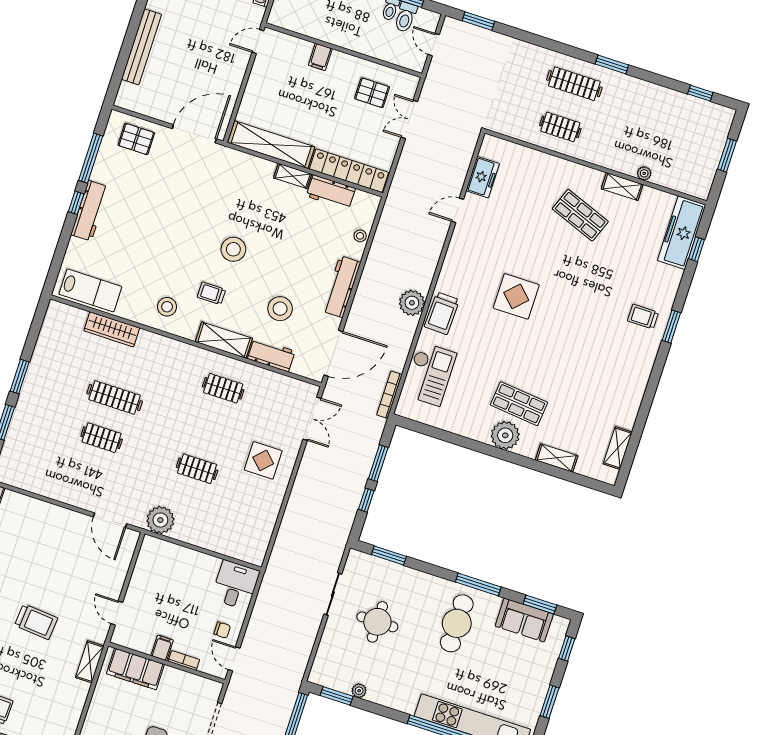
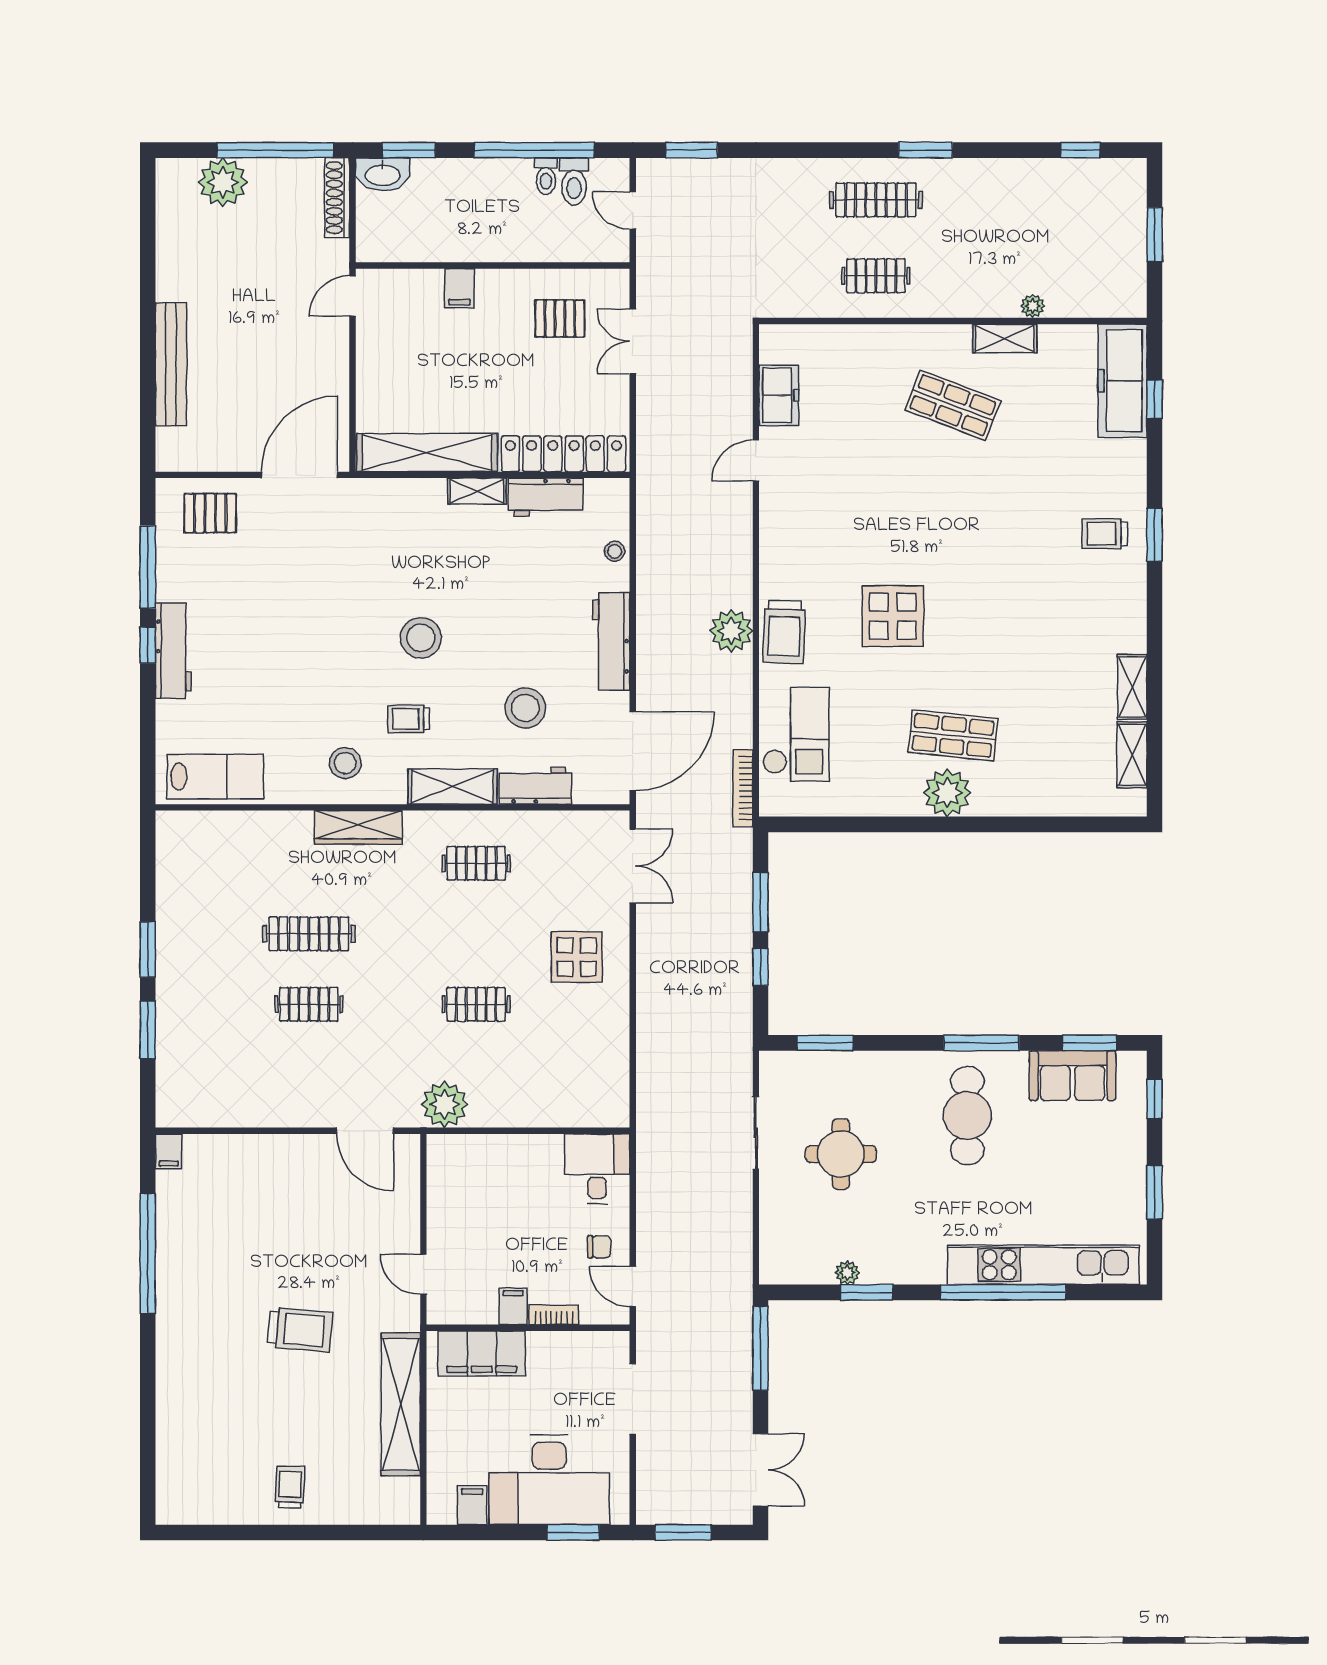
display table: (516, 296) -> (893, 616), moved
wardrobe: (112, 329) -> (358, 827), moved
shelving: (557, 458) -> (1132, 687), moved, turned 90
shelving: (90, 662) -> (401, 1404), width x2.20, depth x1.33
window: (337, 696) -> (867, 1292), moved

